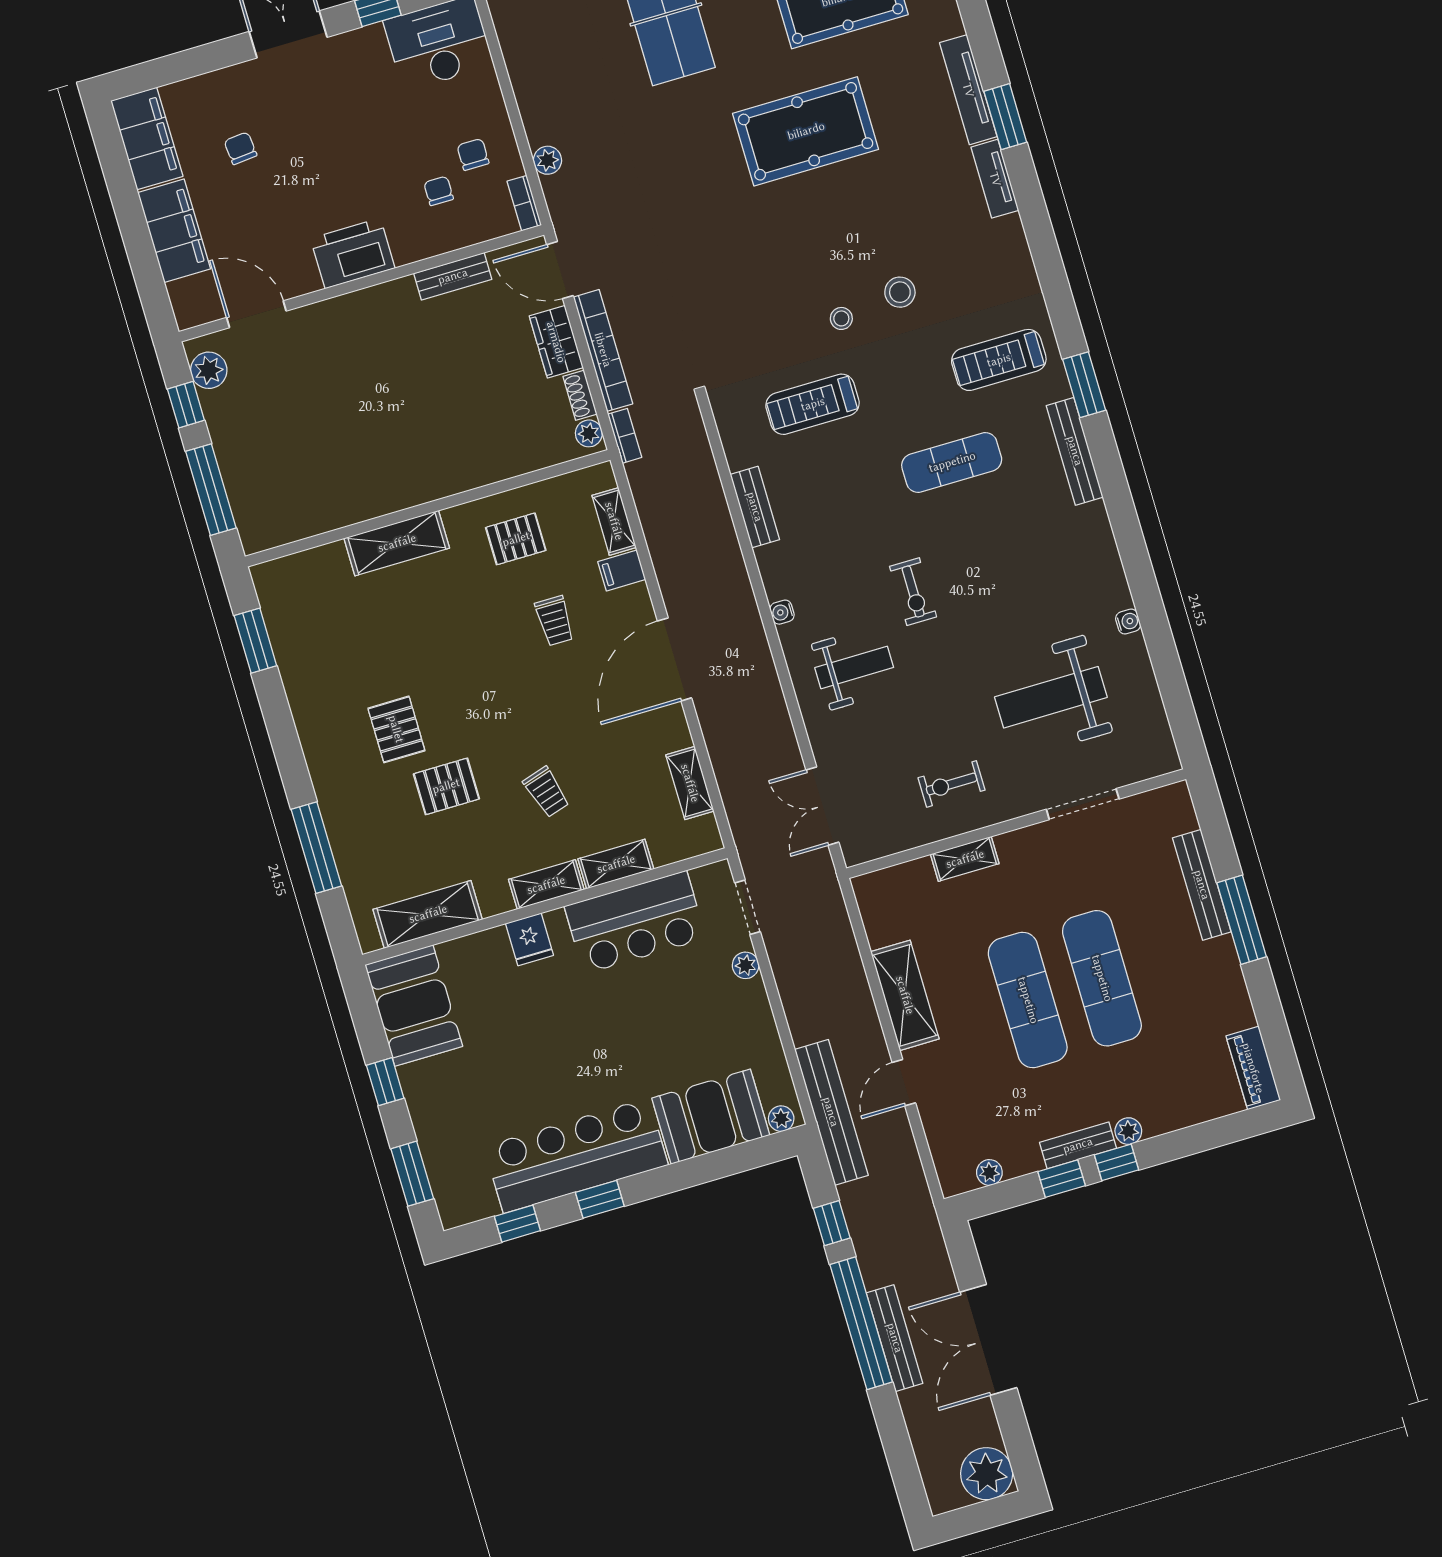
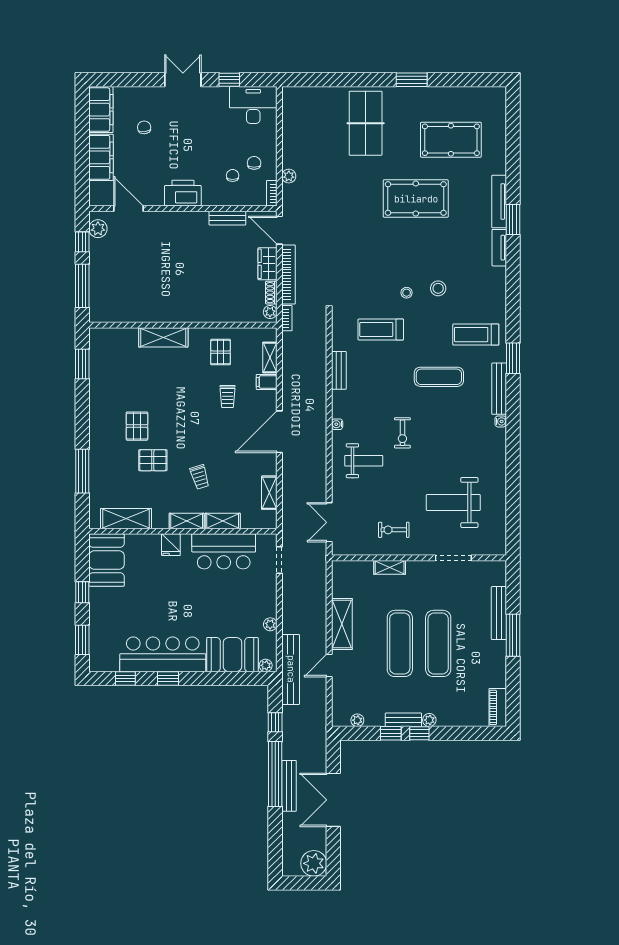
pallet: (516, 539) -> (221, 352), turned 90
water cooler: (1128, 622) -> (501, 421), moved
plant: (746, 965) -> (270, 624), moved

